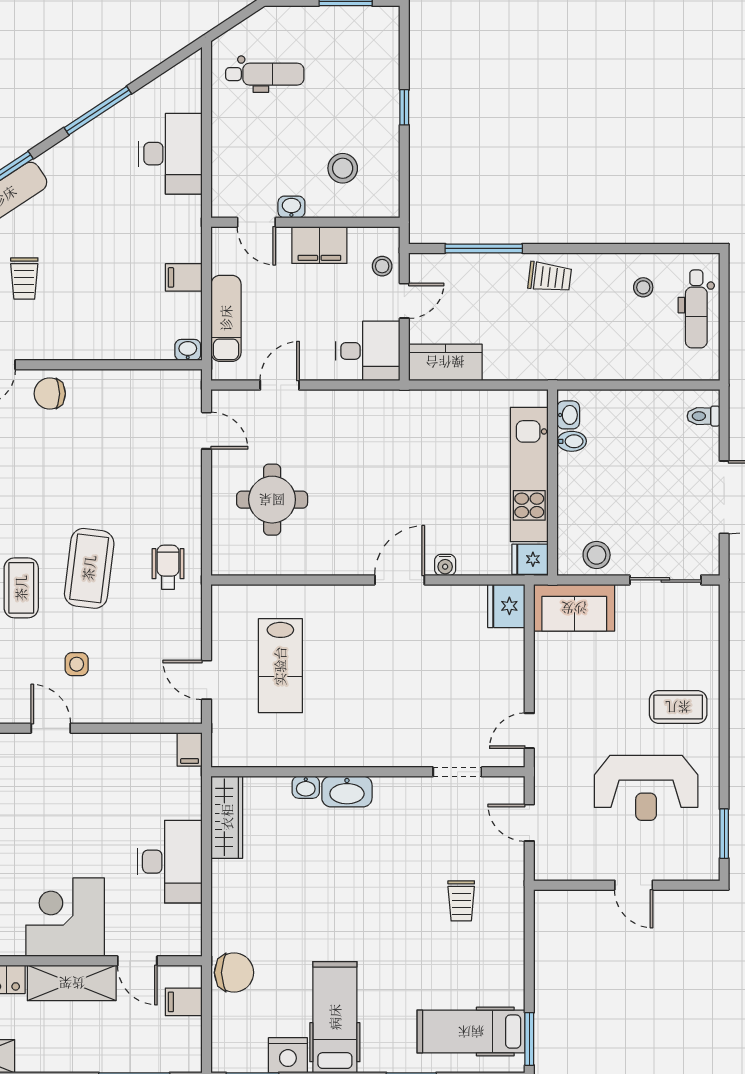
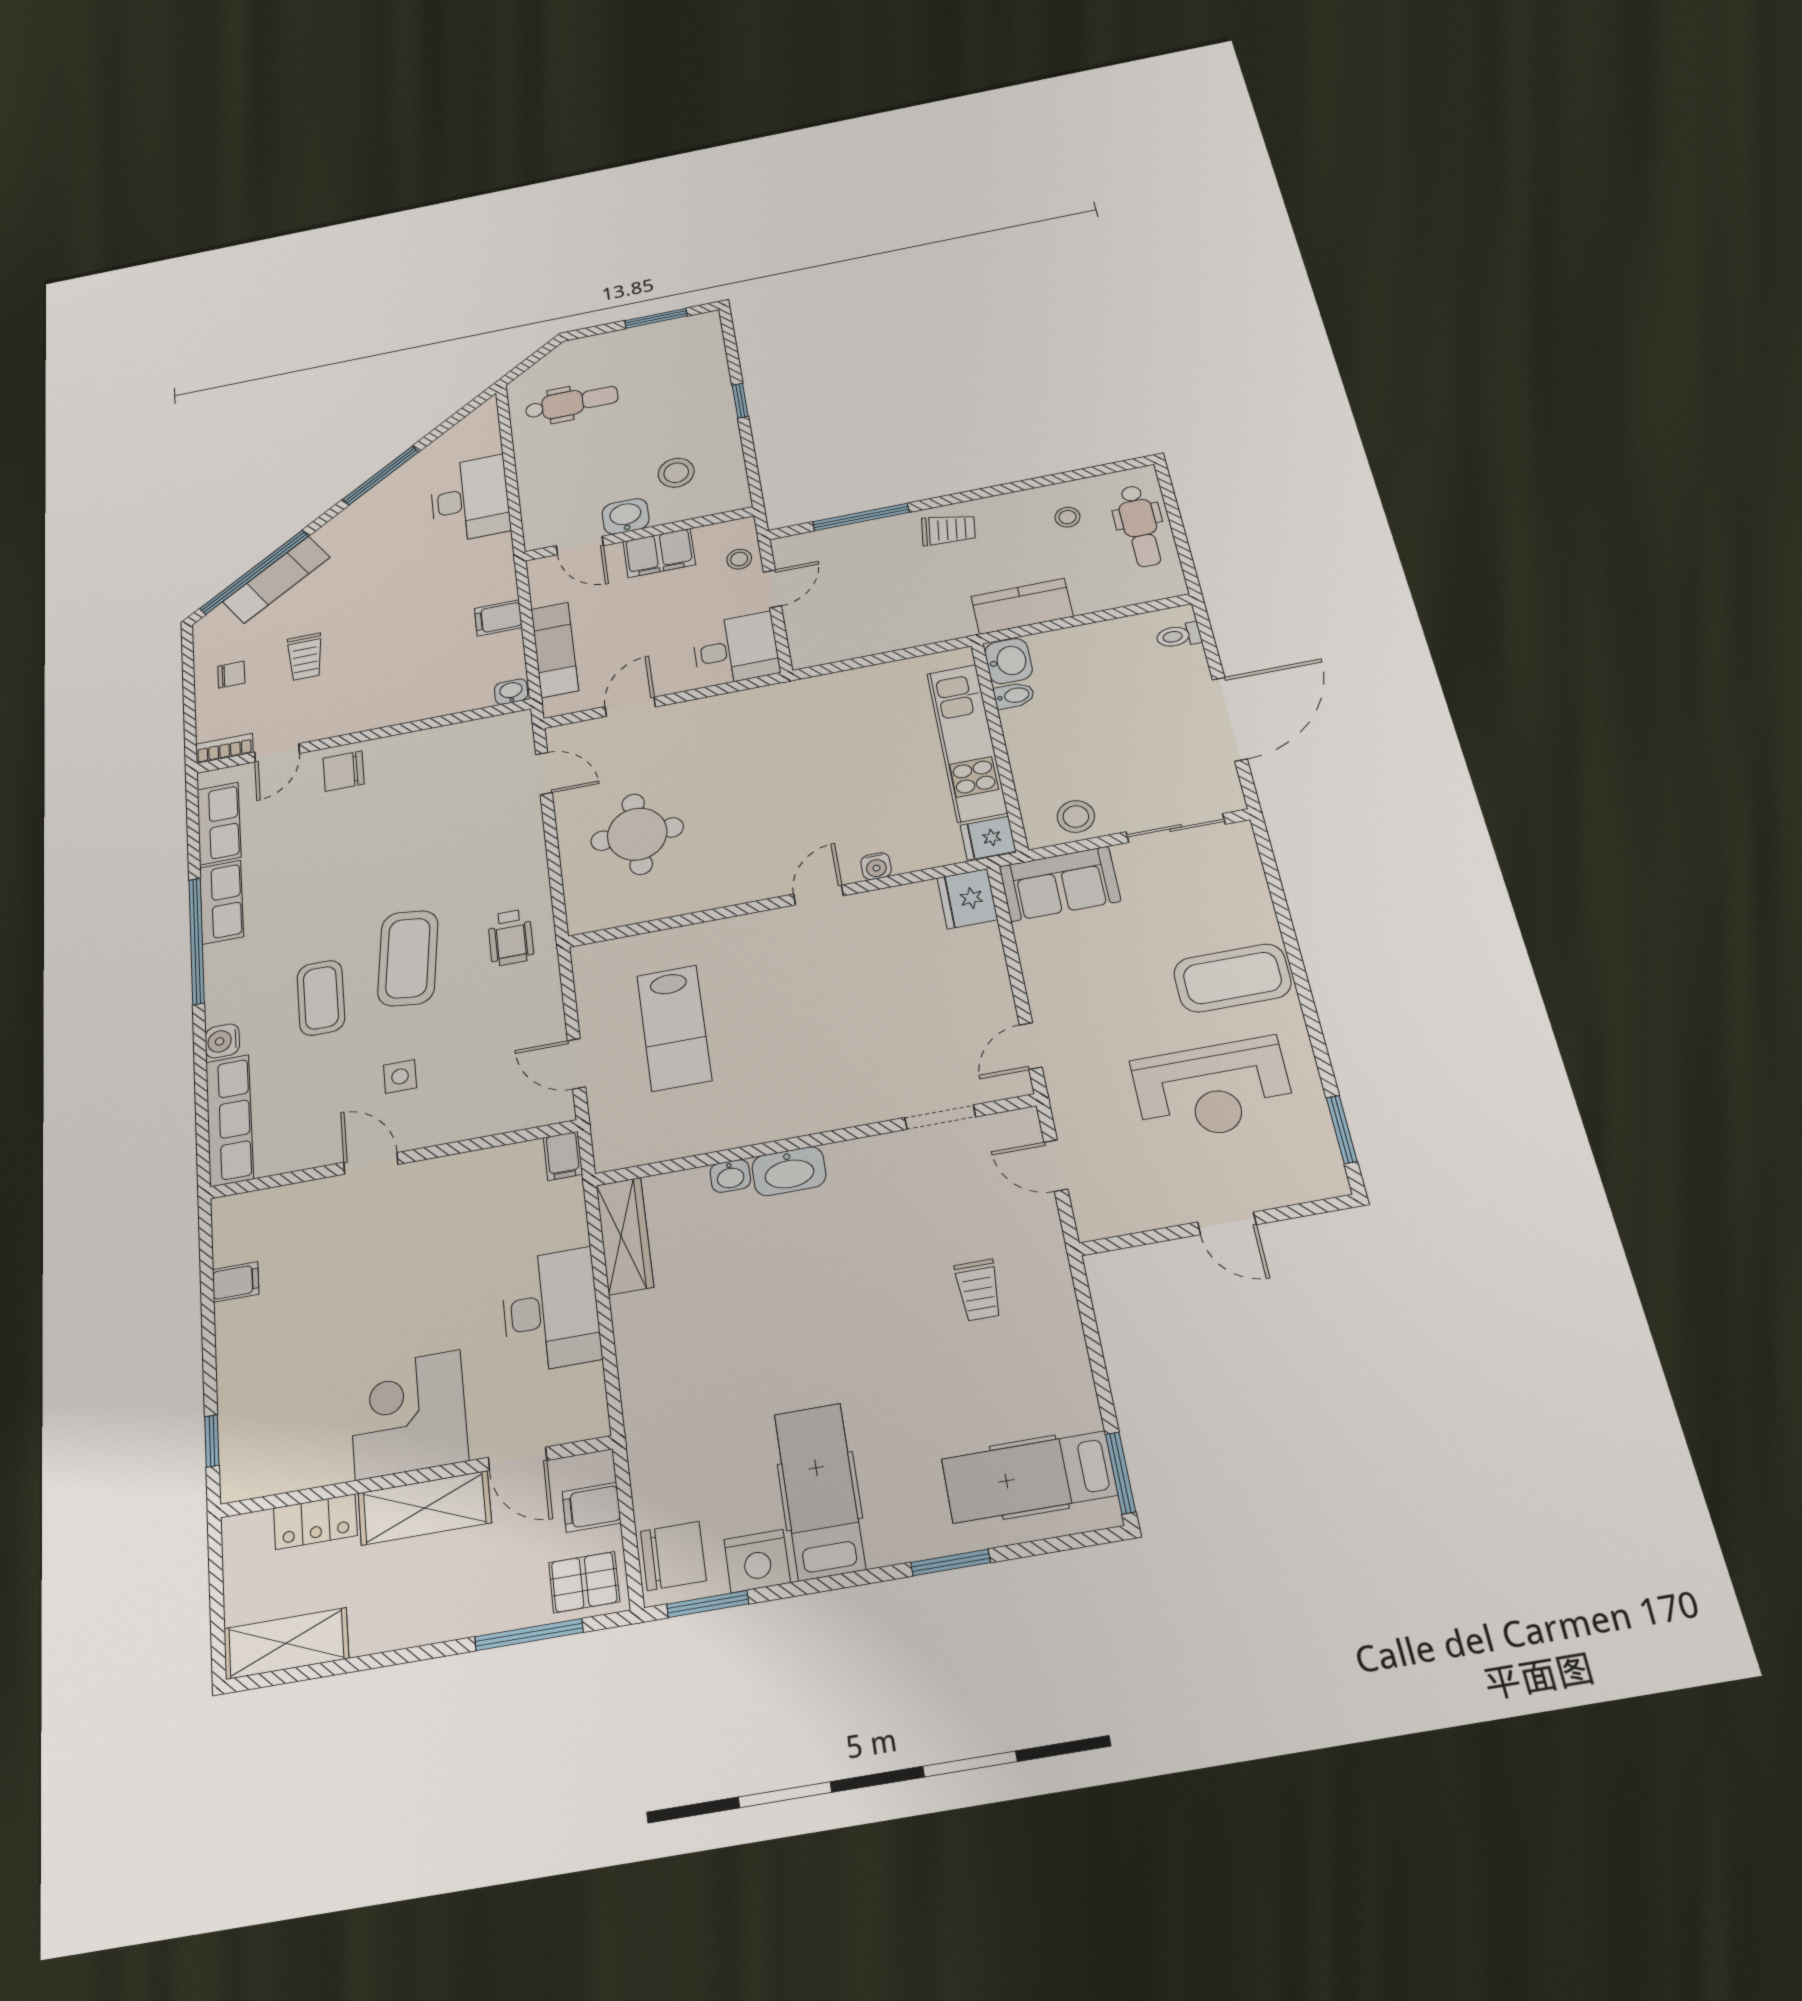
washbasin: (291, 207) -> (626, 516), width x1.38, depth x1.45
kitchen counter: (445, 362) -> (1022, 606), moved
washbasin: (568, 415) -> (1008, 661), width x1.38, depth x1.45
wheelchair: (168, 567) -> (511, 937), turned 180
door: (400, 580) -> (818, 895), width x0.73
coffee table: (678, 707) -> (1232, 978), width x1.36, depth x1.32
chair: (234, 973) -> (673, 1556), moved
pallet: (174, 1050) -> (584, 1582), added

